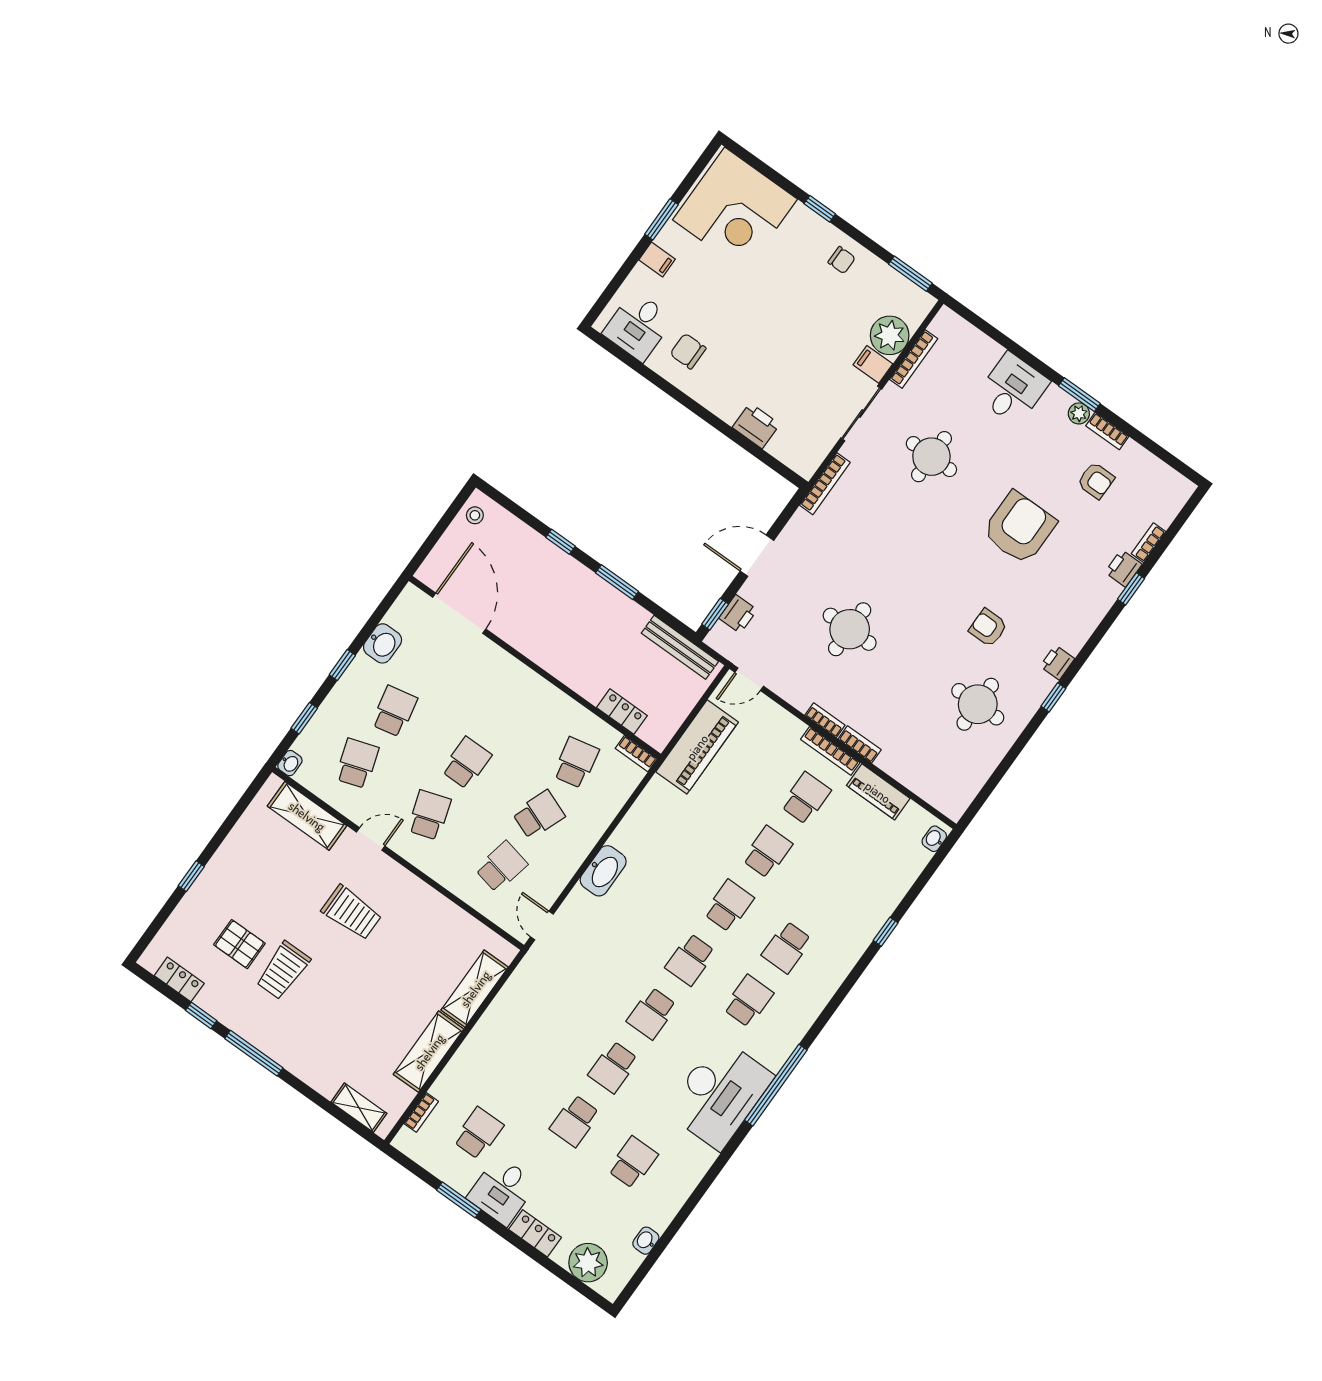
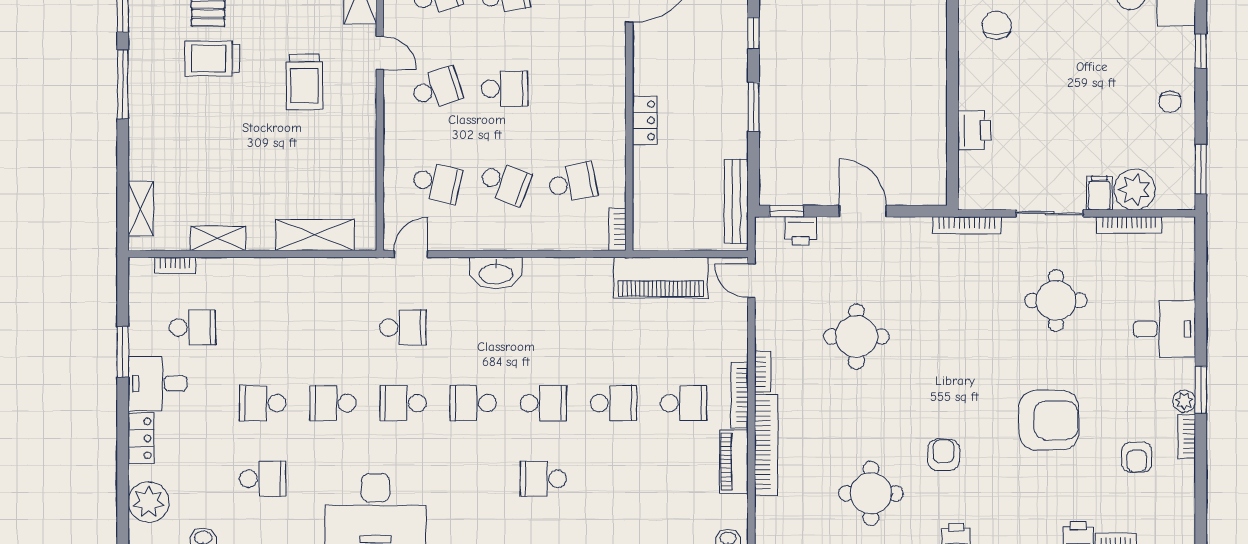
locker: (622, 712) -> (645, 120), moved
bookcase: (860, 744) -> (766, 445), width x2.31, depth x1.31
school desk: (748, 1001) -> (403, 327), moved
shelving: (429, 1052) -> (218, 238), width x0.67, depth x0.75

